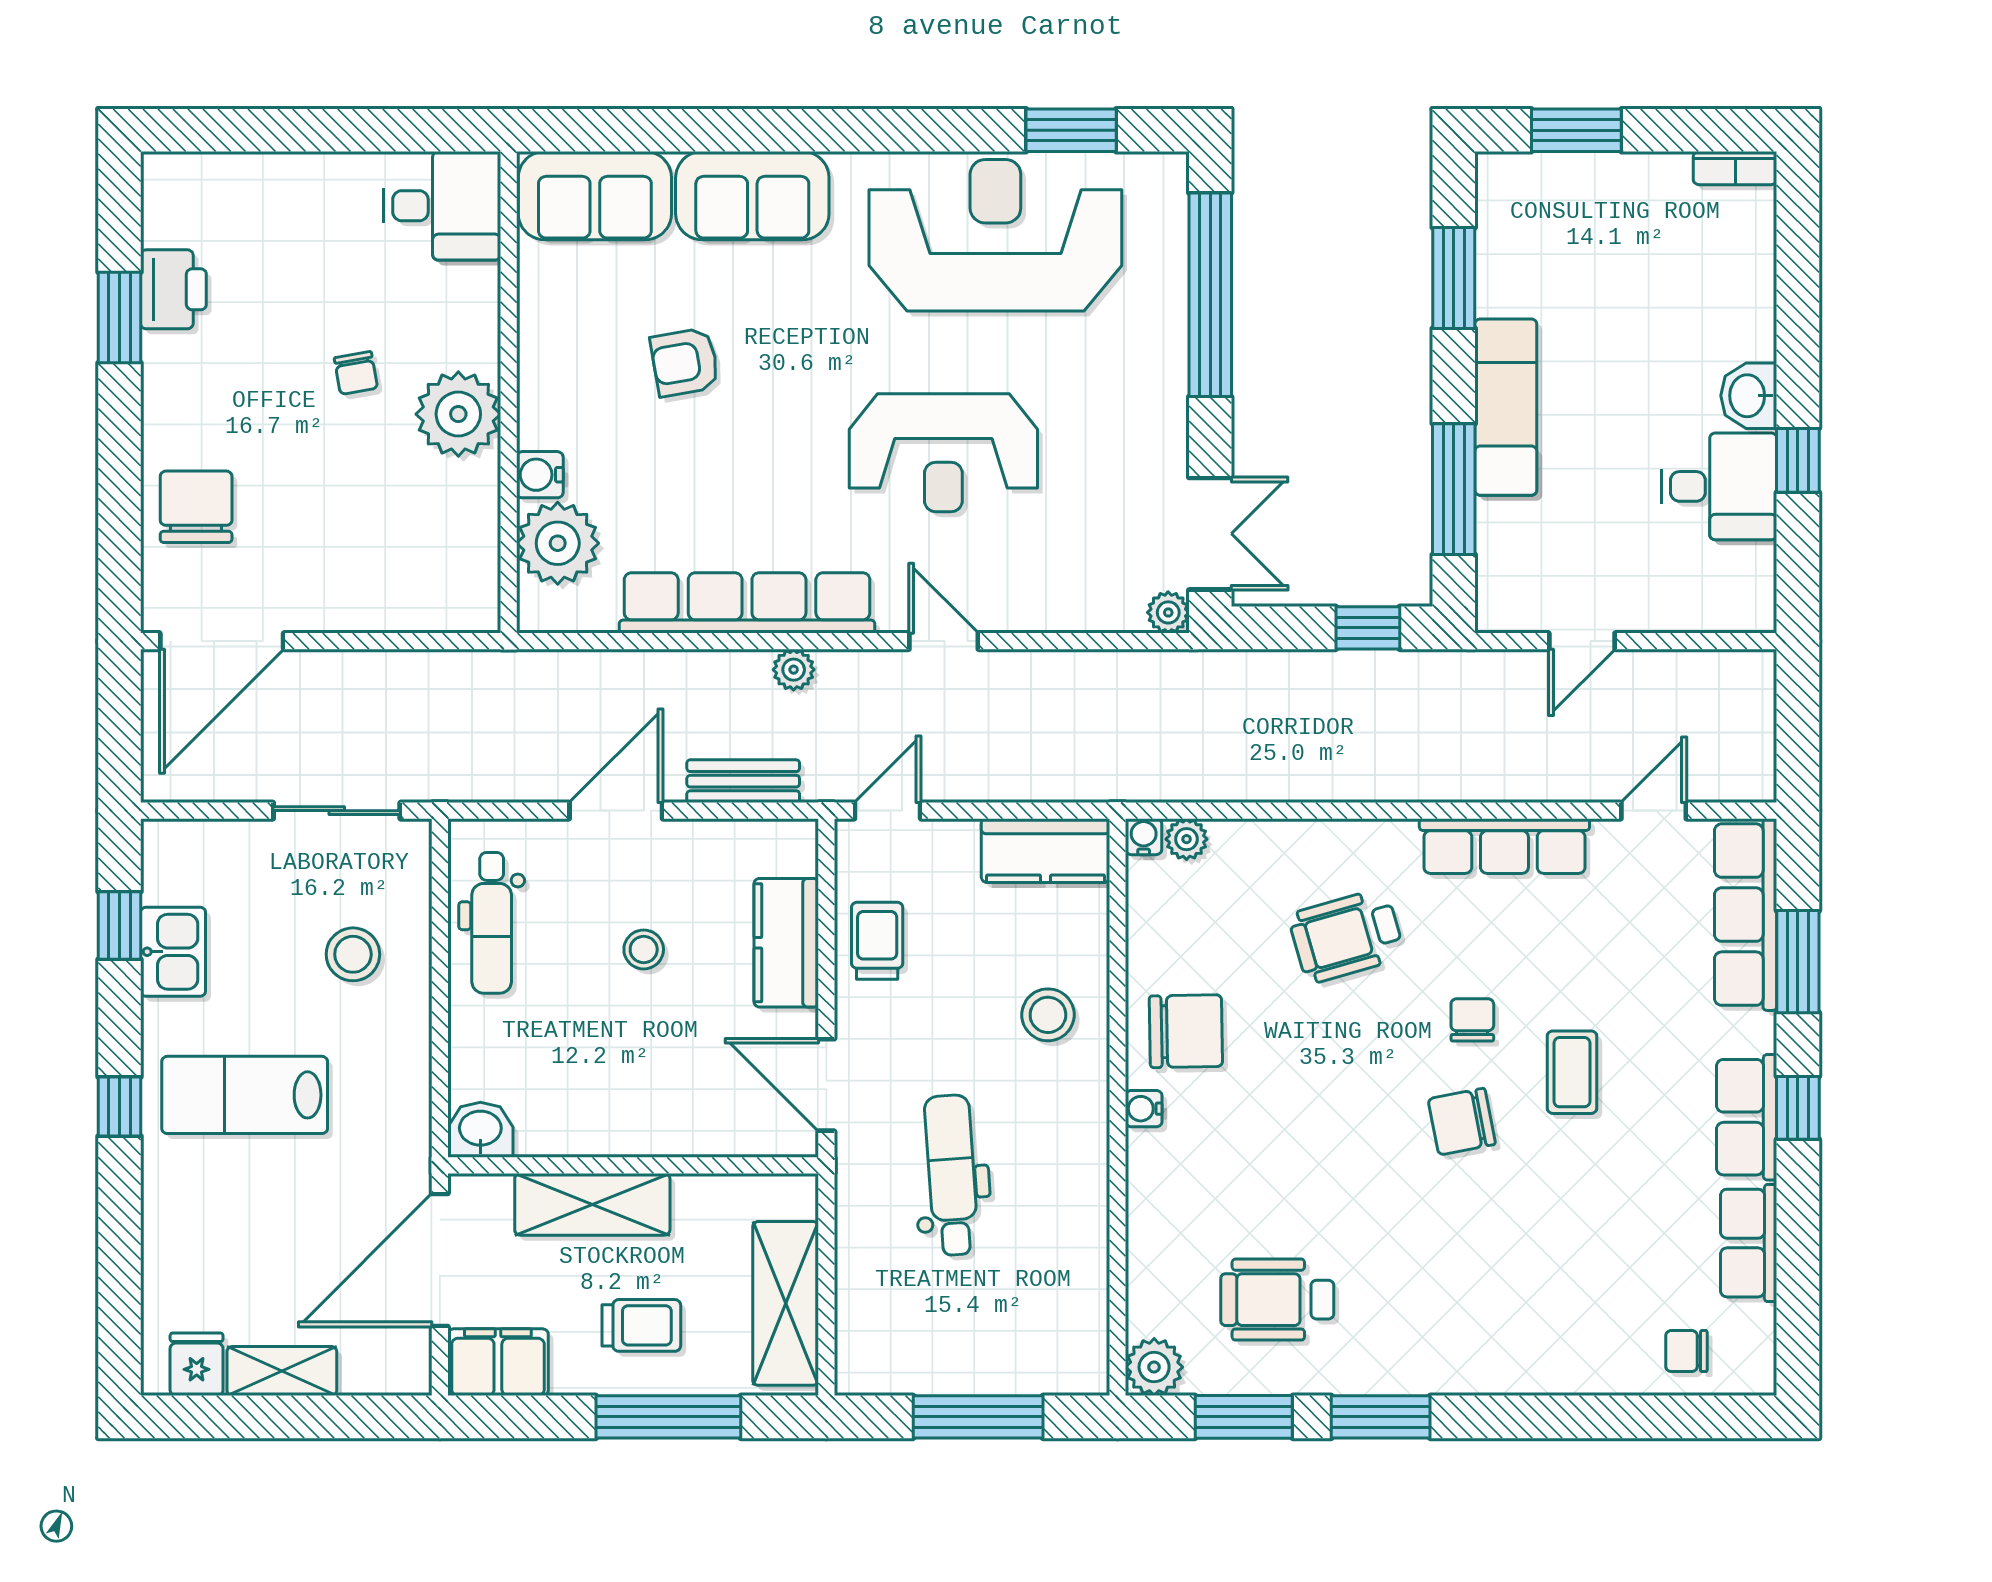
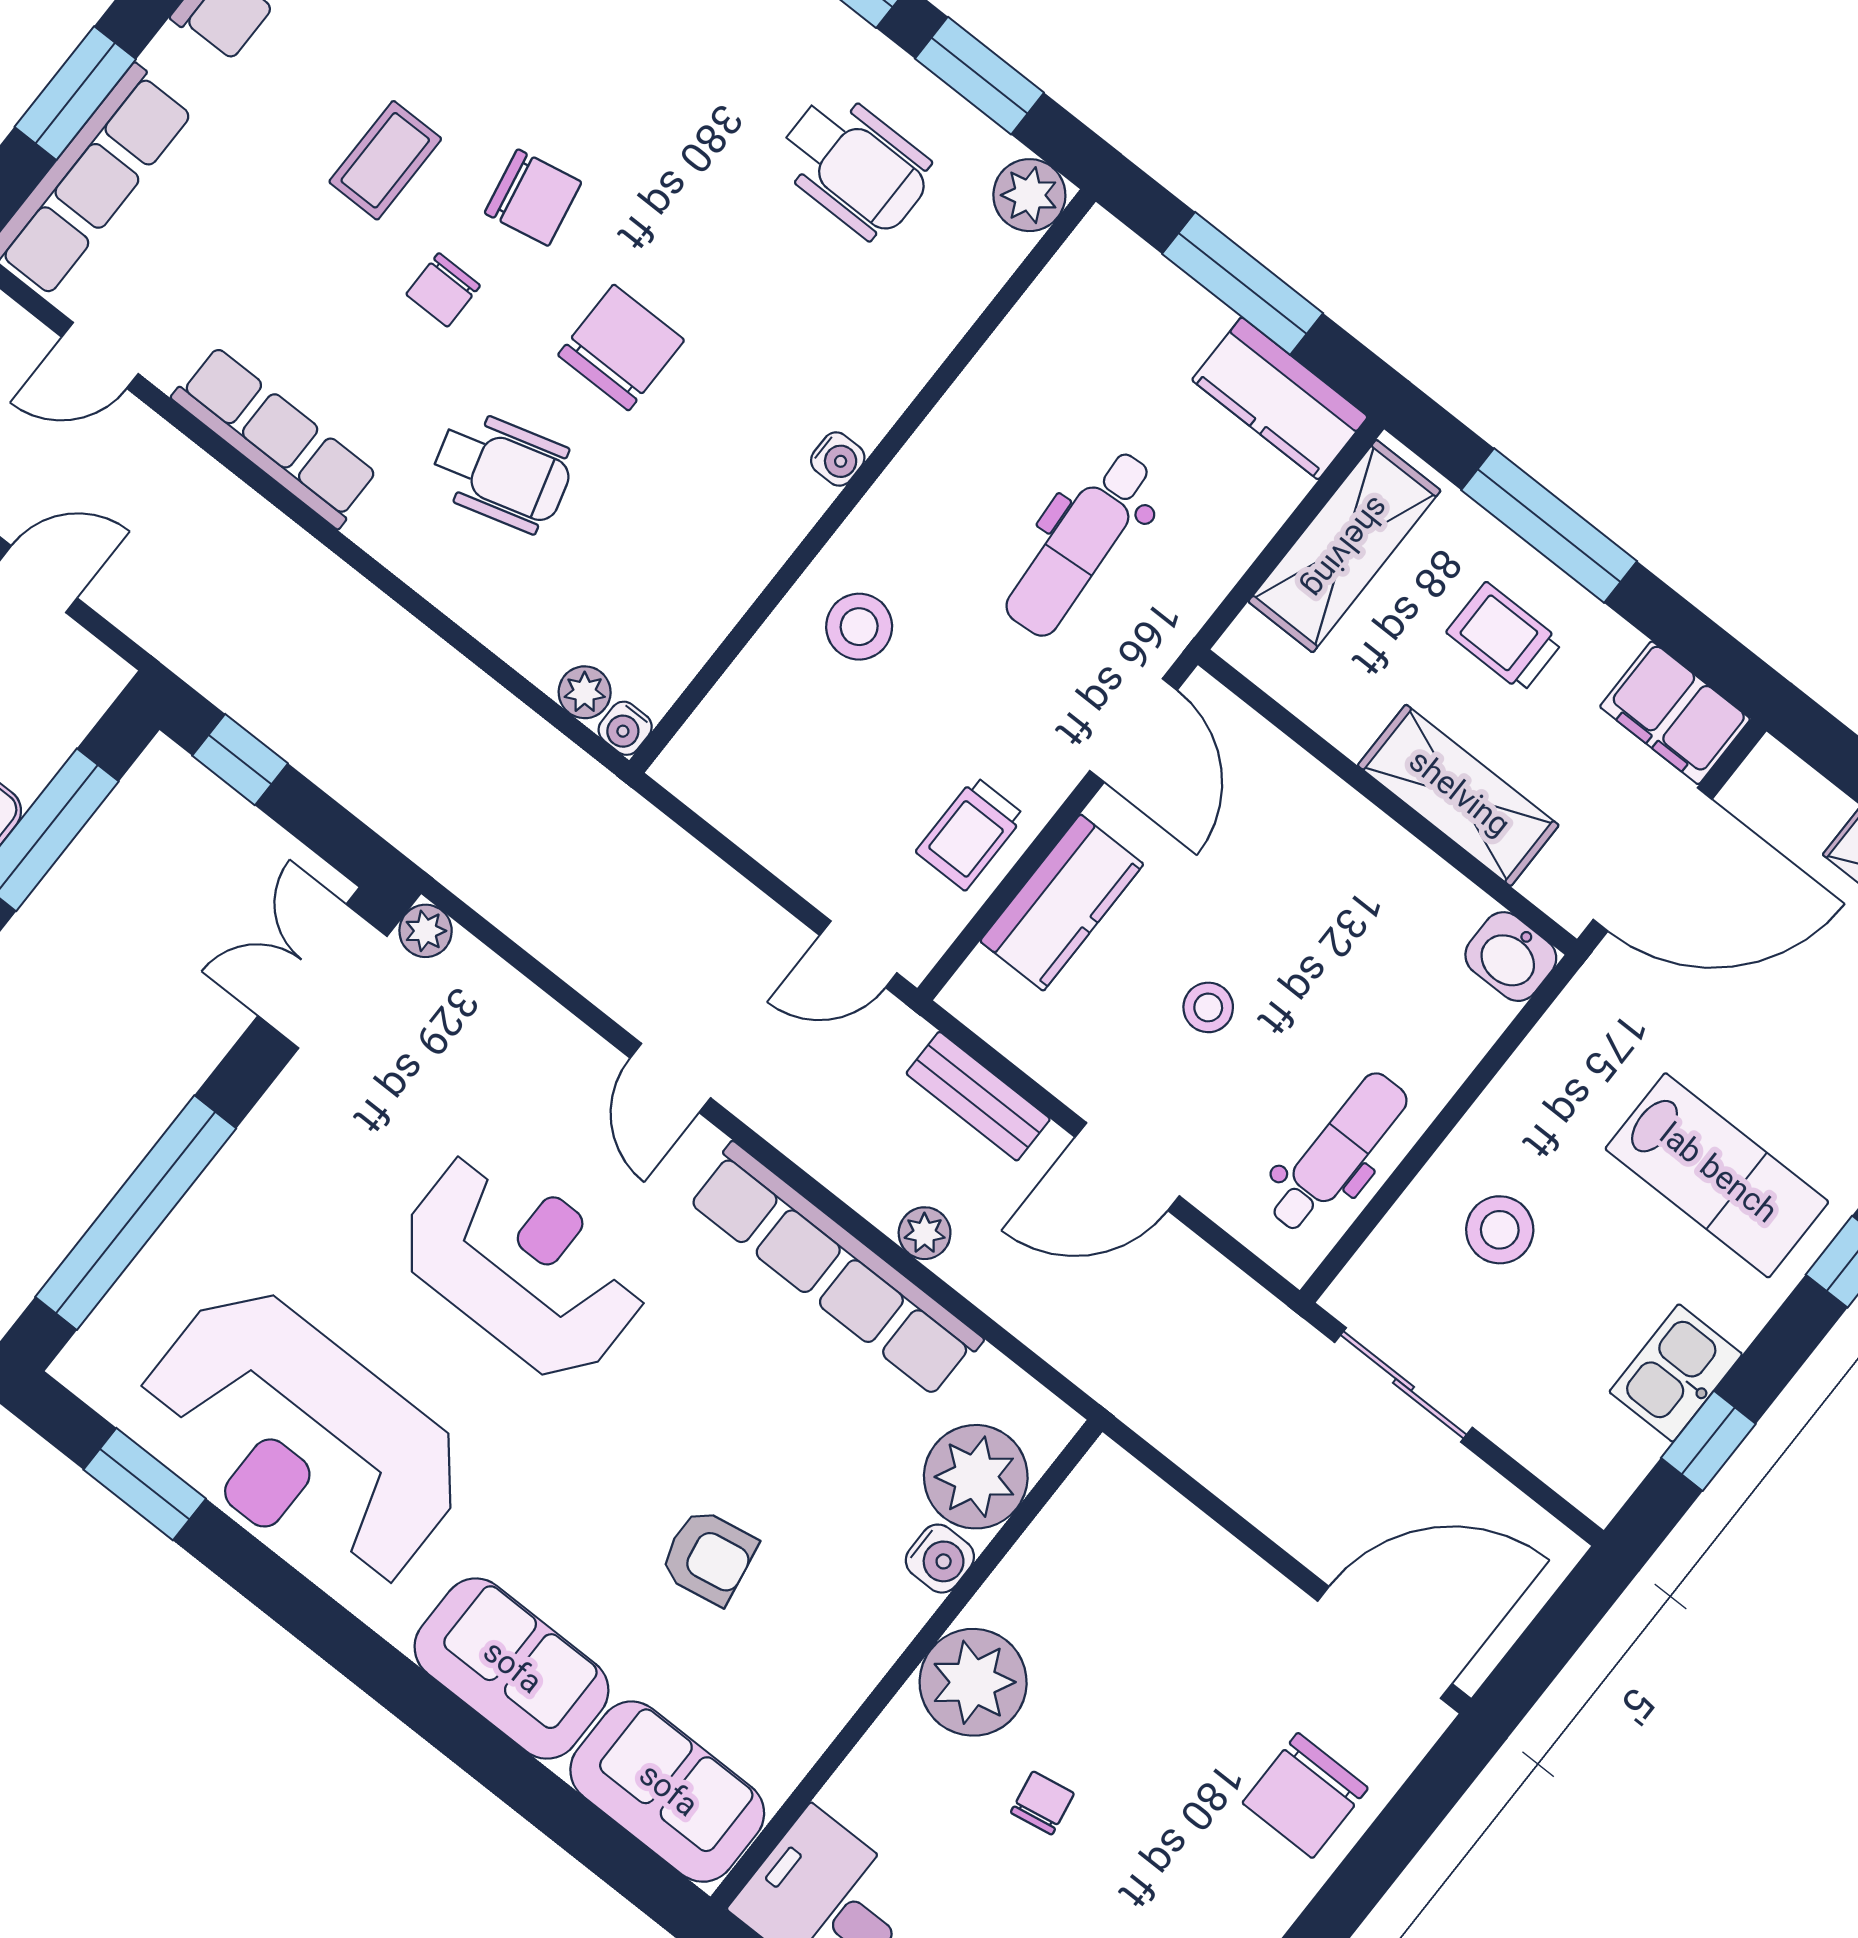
plant: (794, 670) -> (925, 1233), moved
kitchen counter: (1046, 851) -> (1280, 398), moved, turned 180
chair: (1186, 1031) -> (621, 348), moved, turned 91

